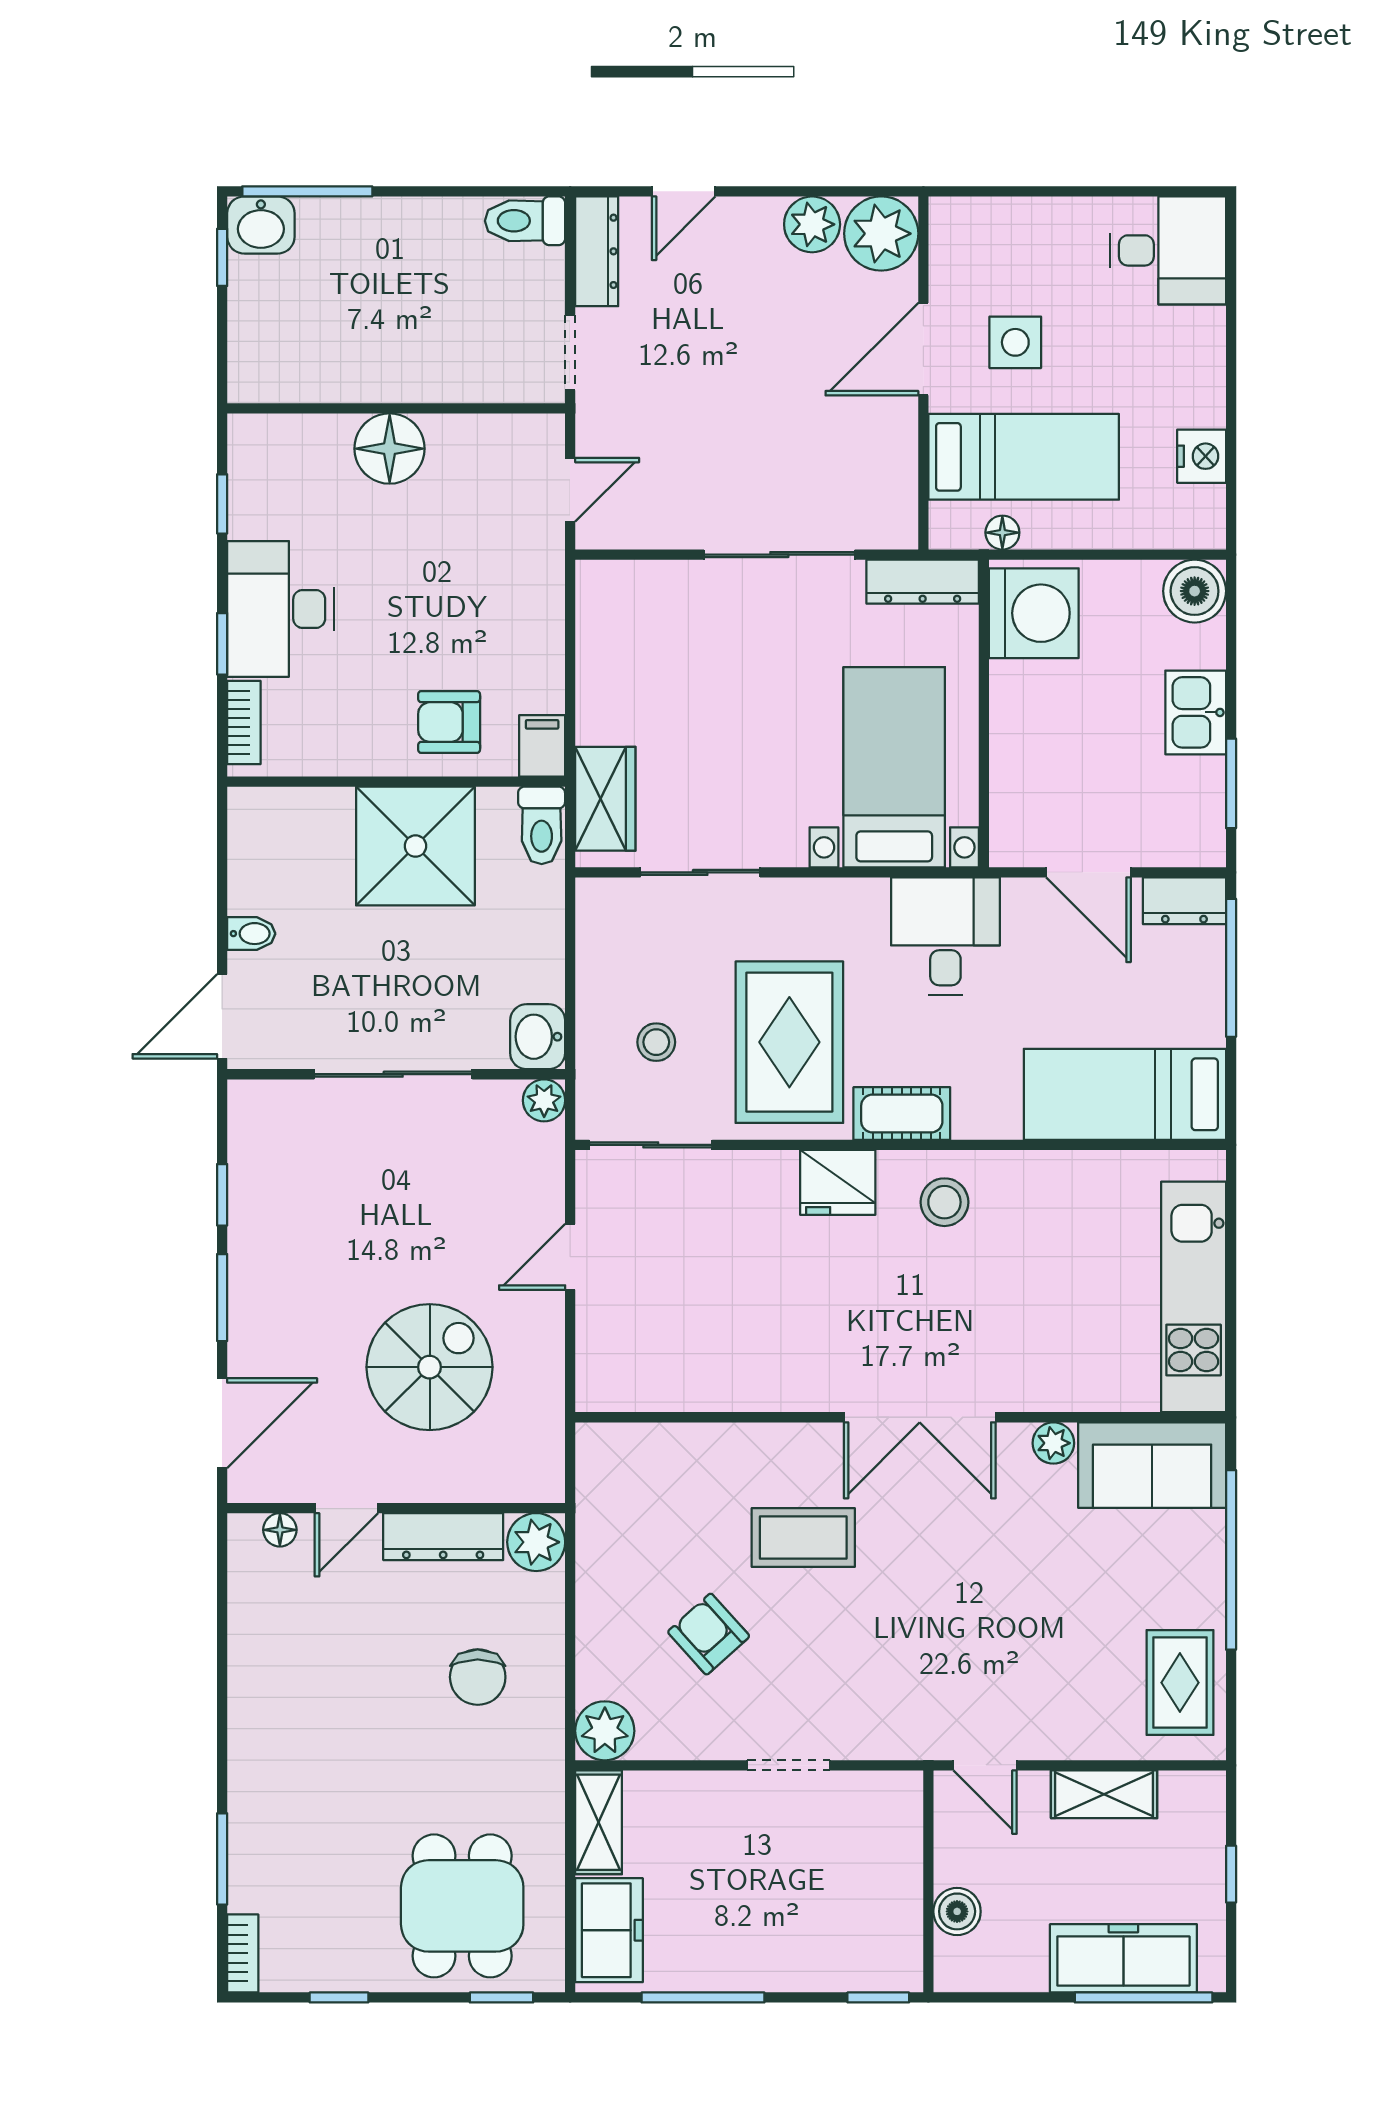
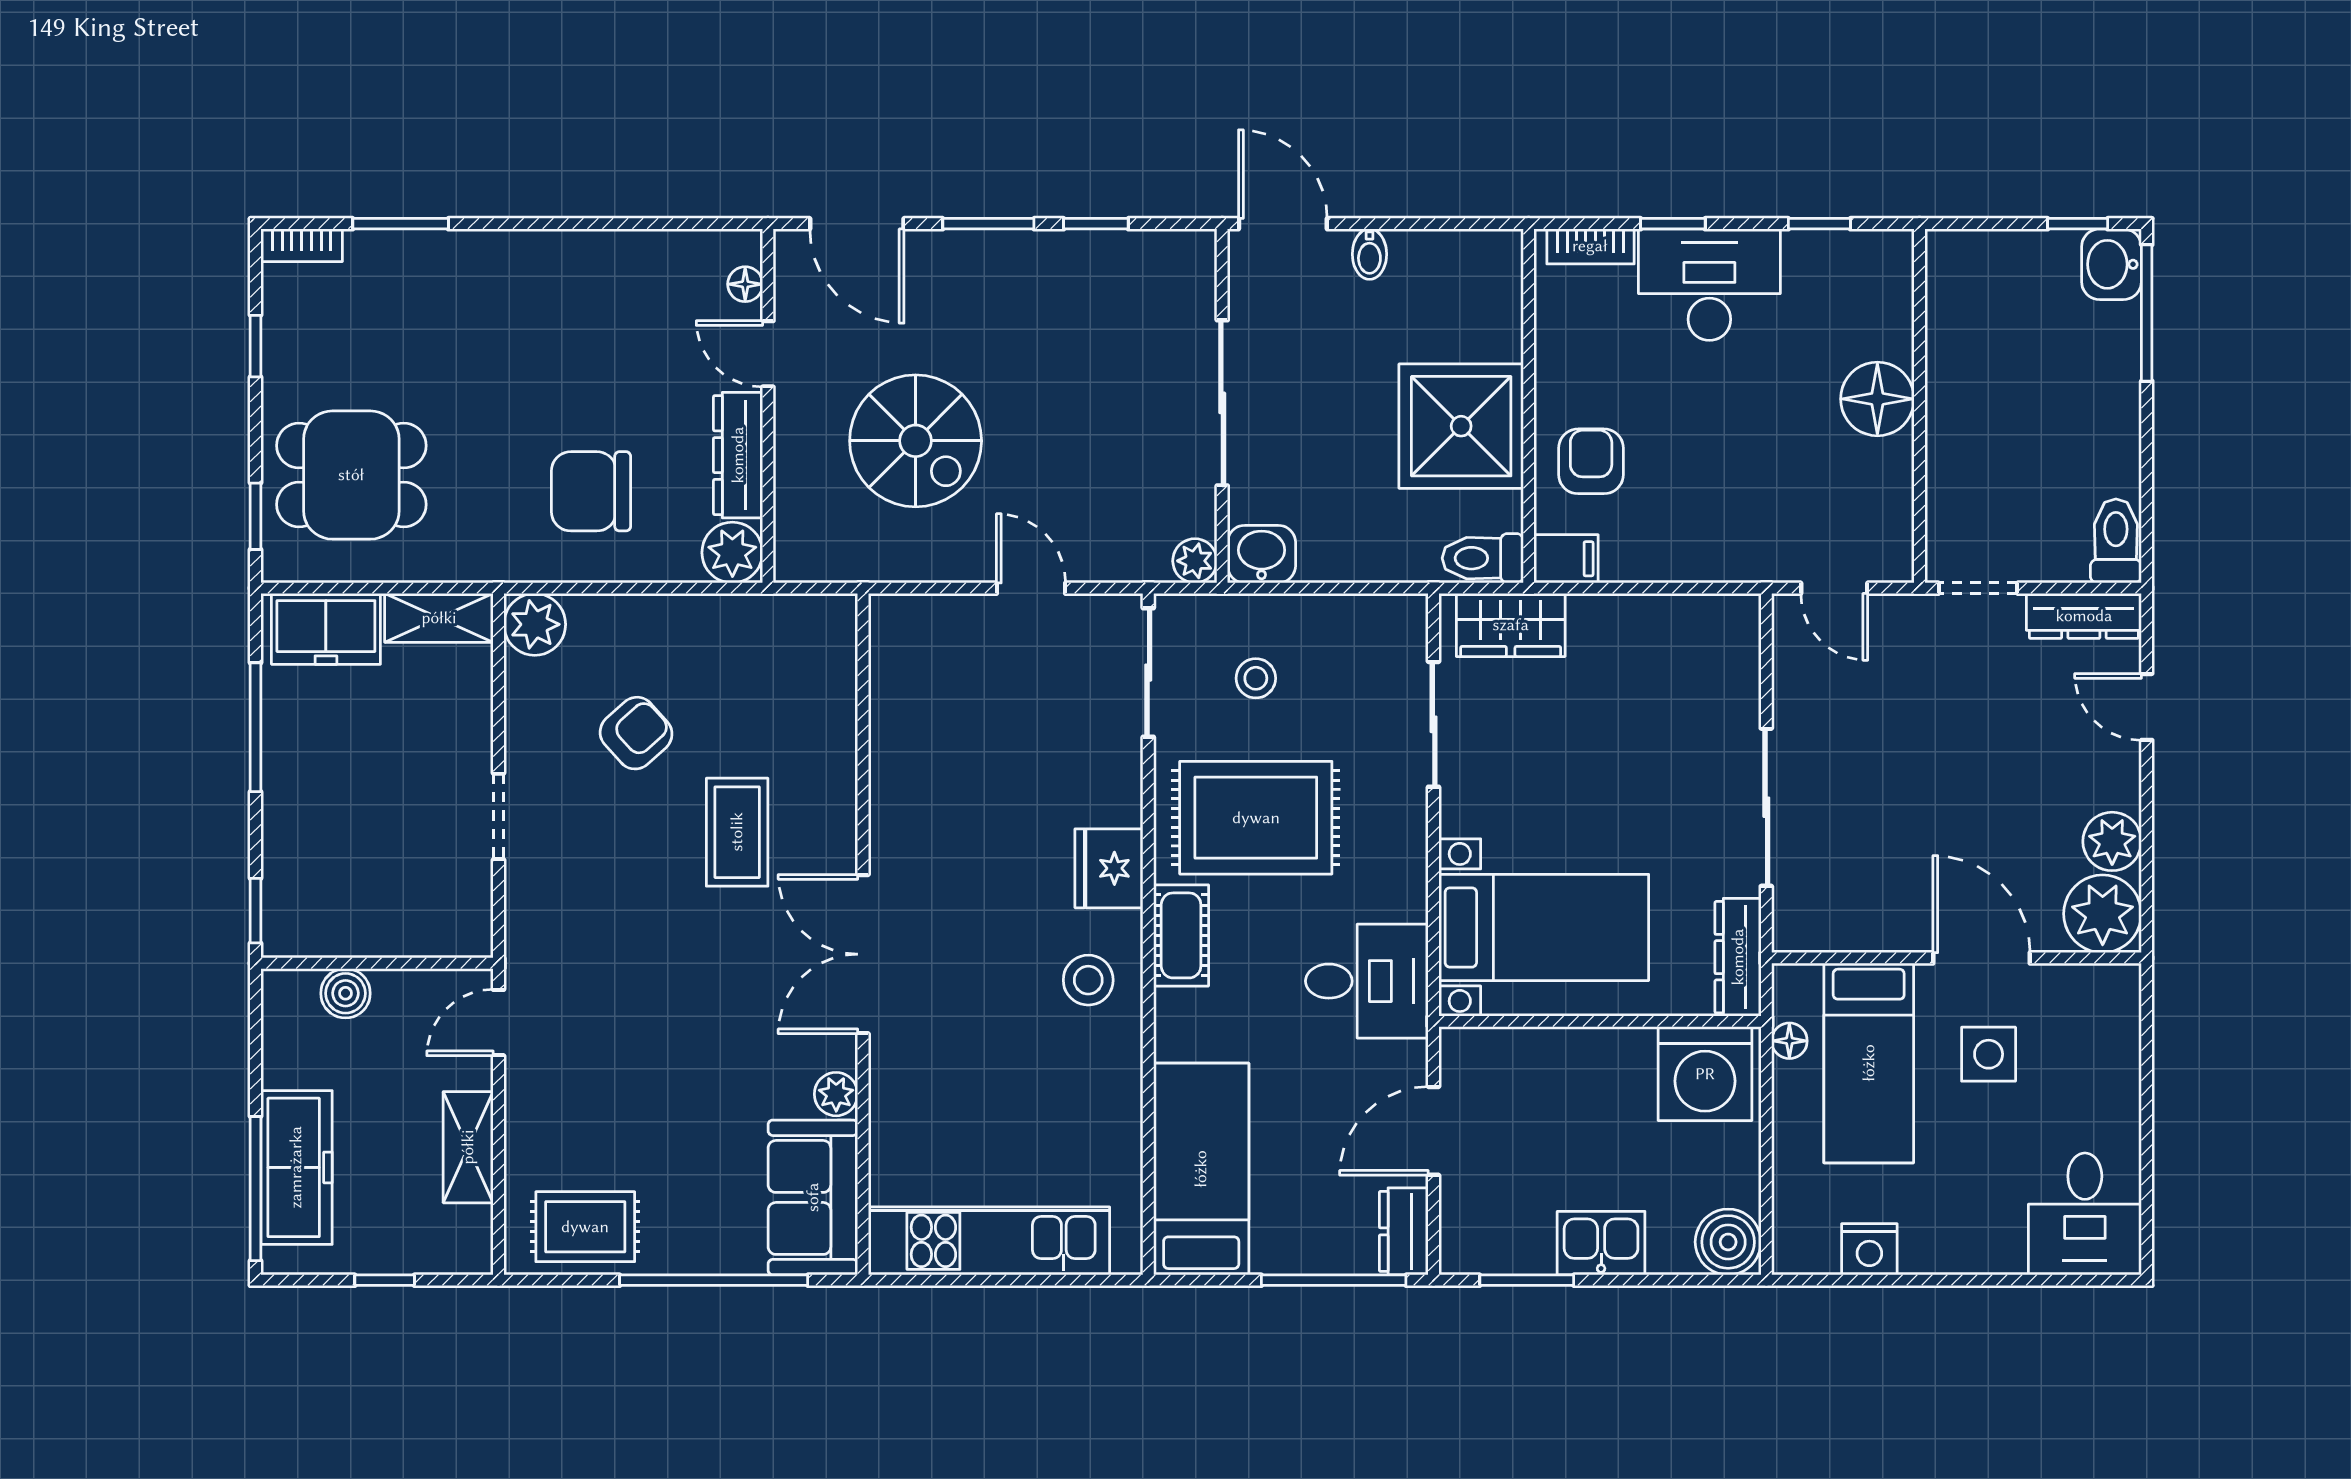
chair: (478, 1677) -> (591, 491), width x1.37, depth x1.37

